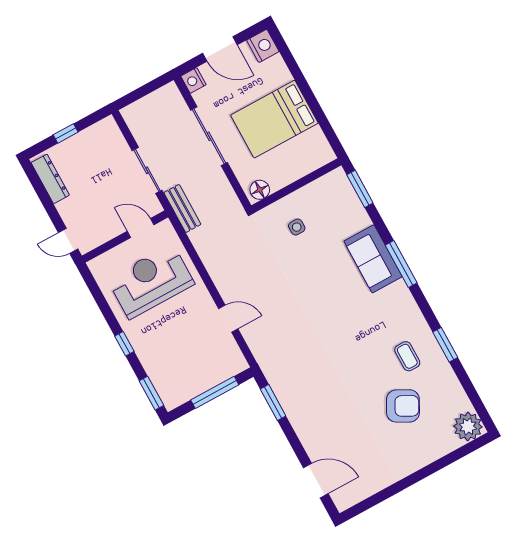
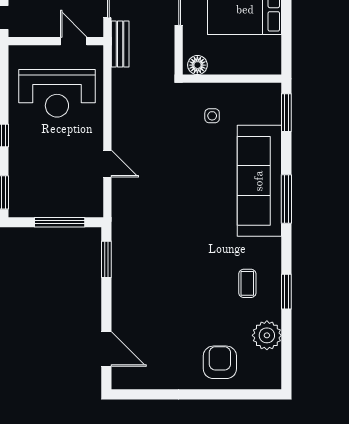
sofa: (373, 259) -> (259, 181), width x1.85, depth x1.27
reception desk: (151, 281) -> (57, 93), turned 180
armchair: (403, 406) -> (220, 362), moved, turned -118
plant: (468, 427) -> (267, 335), moved

